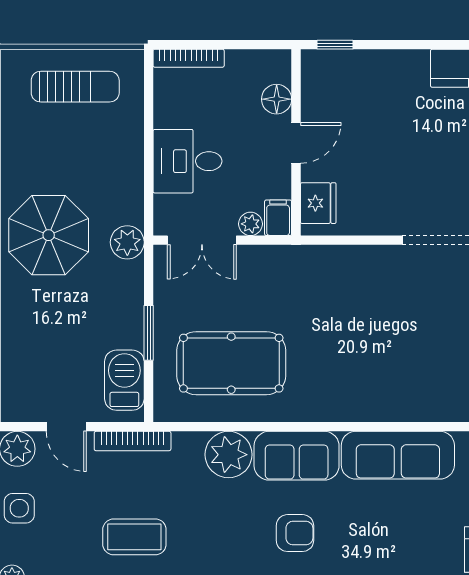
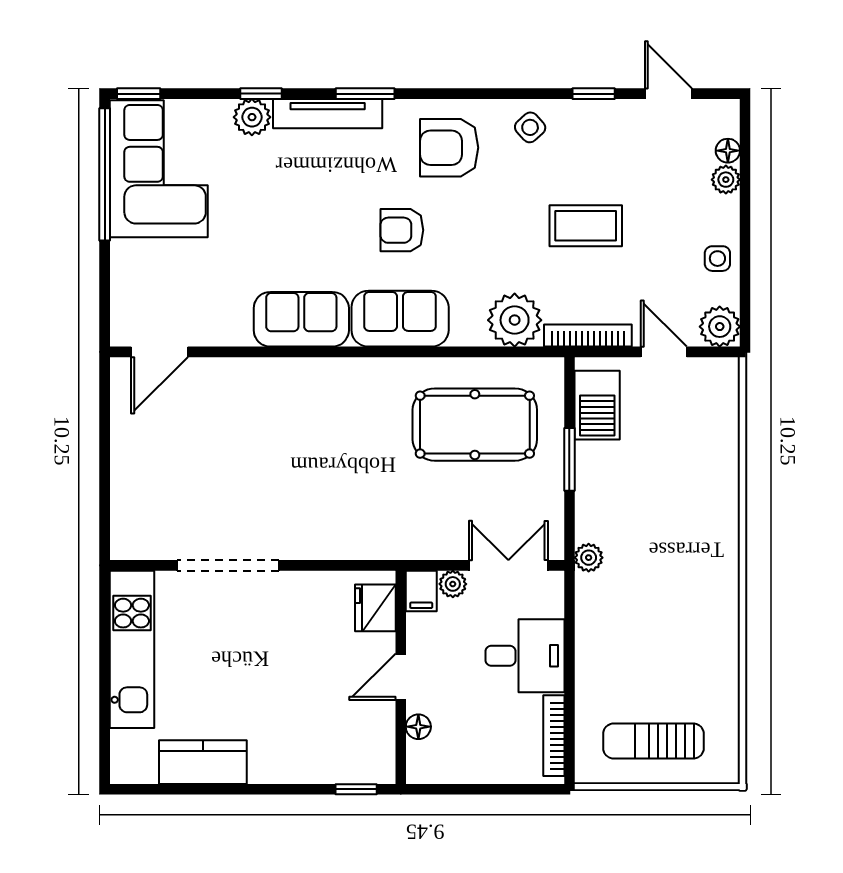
bookcase: (189, 58) -> (554, 736), moved, turned -90
floor lamp: (277, 99) -> (418, 727), width x0.73, depth x0.73
parasol: (49, 235) -> (684, 571), removed
plant: (127, 242) -> (589, 558), width x0.73, depth x0.73
plant: (229, 455) -> (515, 320), moved
sofa: (398, 455) -> (301, 319), width x0.73
side table: (19, 508) -> (717, 259), width x0.73, depth x0.73

